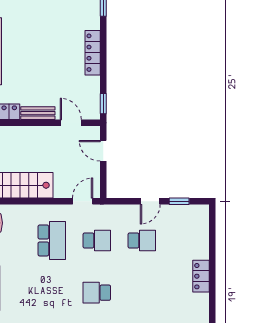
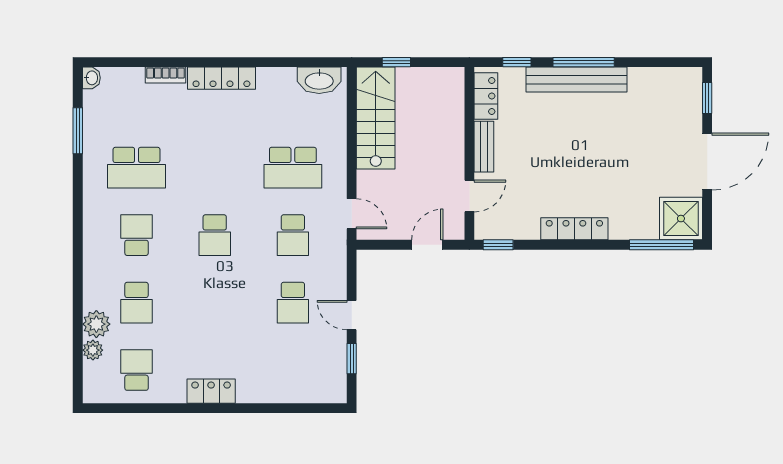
locker: (201, 276) -> (211, 391), moved
school desk: (97, 293) -> (215, 235), turned 180

